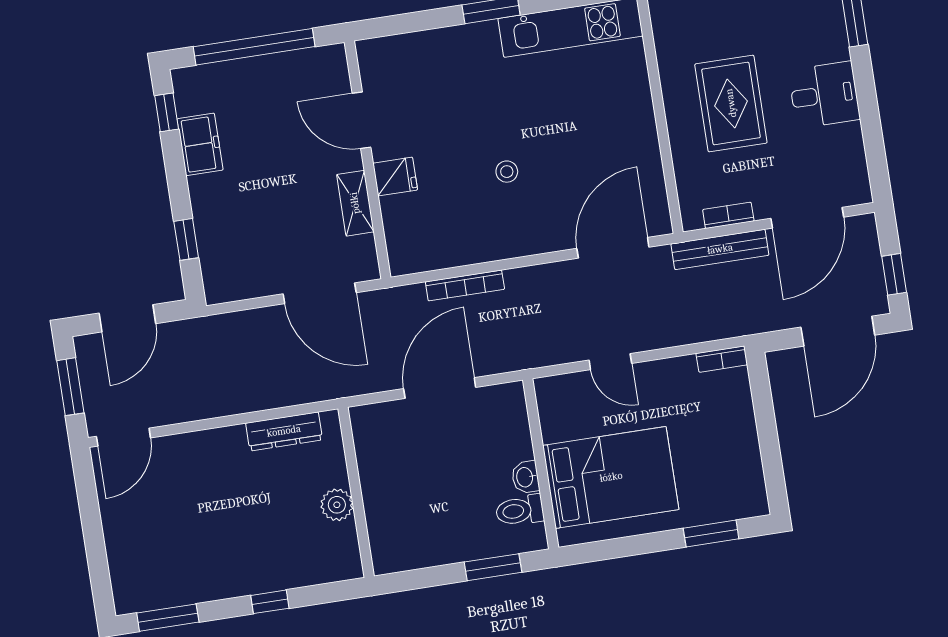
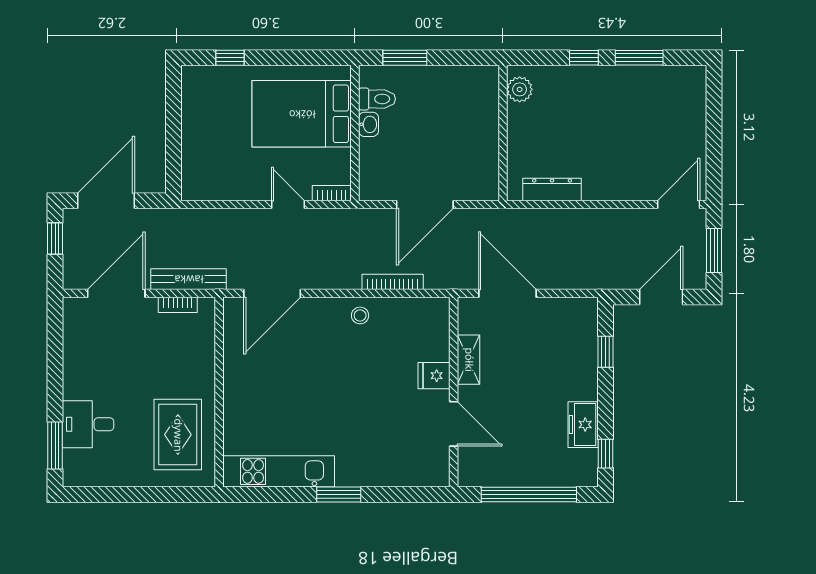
desk: (824, 95) -> (88, 424), moved
rug: (731, 103) -> (178, 435), moved
stool: (507, 172) -> (360, 315), moved
bookcase: (722, 359) -> (332, 193), moved
plant: (337, 505) -> (520, 89), moved
window: (711, 533) -> (230, 58), width x0.67
window: (168, 618) -> (639, 58), moved

